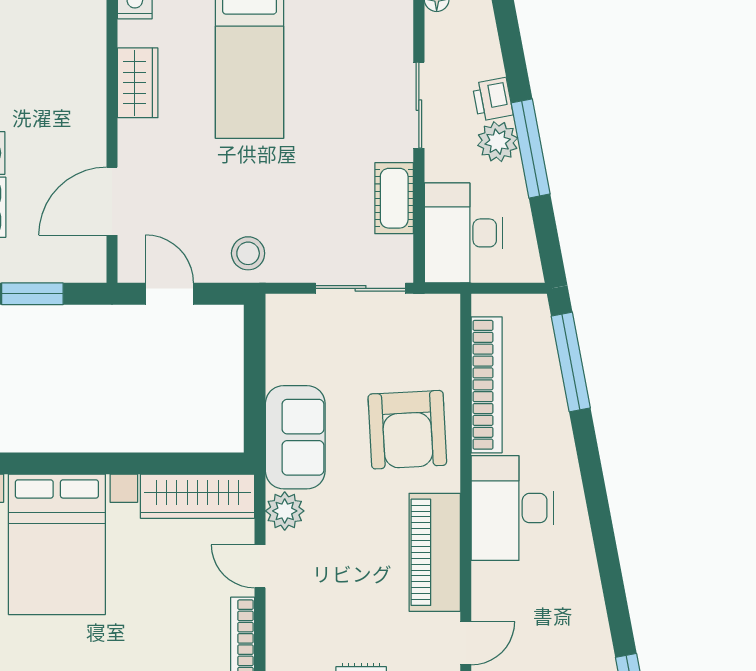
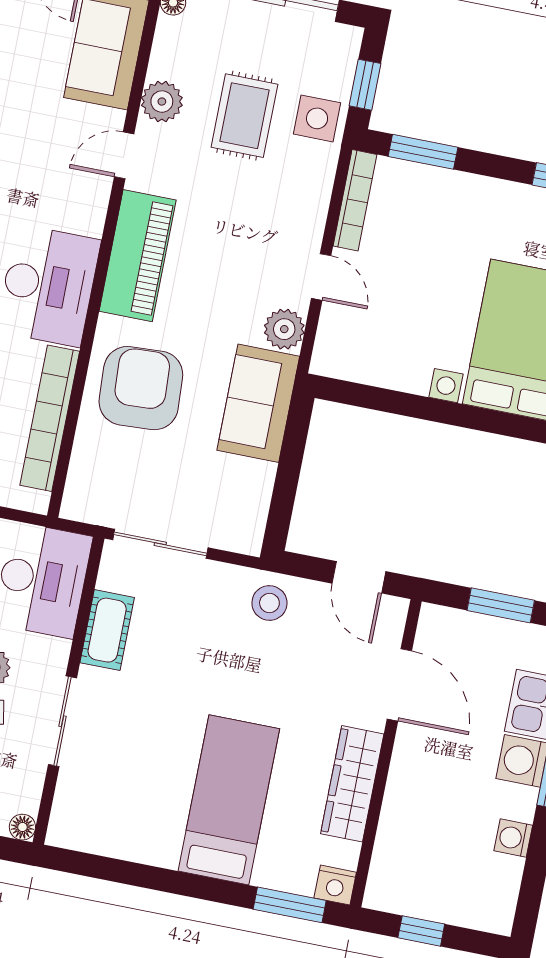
wardrobe: (138, 83) -> (352, 784), width x1.50
door: (112, 201) -> (399, 685), hinge flipped
wardrobe: (198, 496) -> (371, 362), removed

